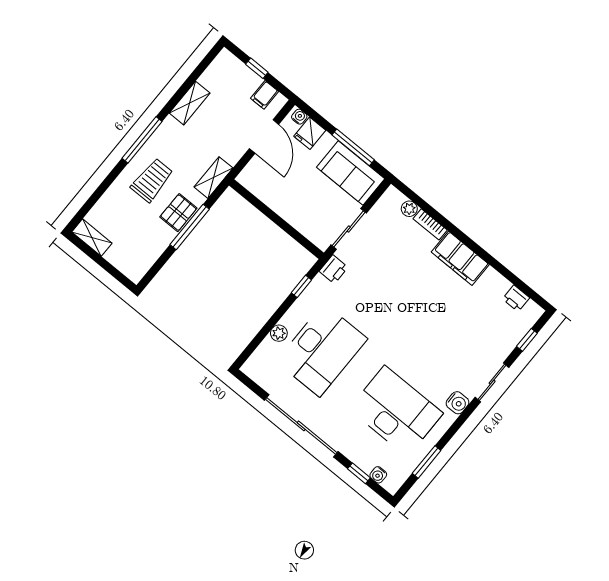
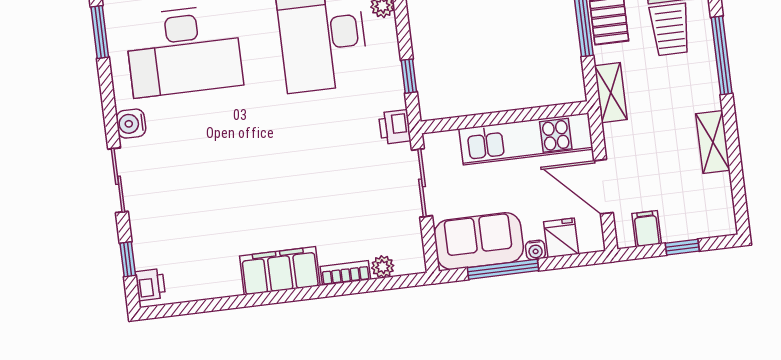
water cooler: (299, 117) -> (535, 250), moved
kitchen unit: (277, 198) -> (526, 139), added
printer: (516, 298) -> (150, 285), moved, turned 90

